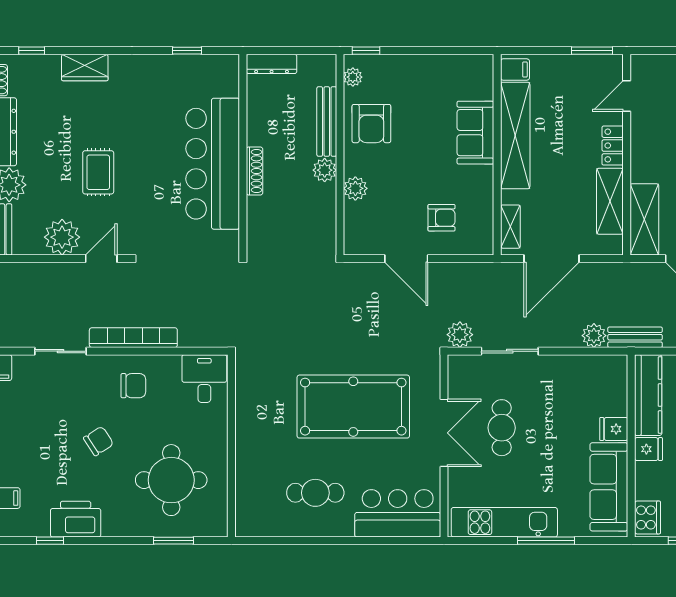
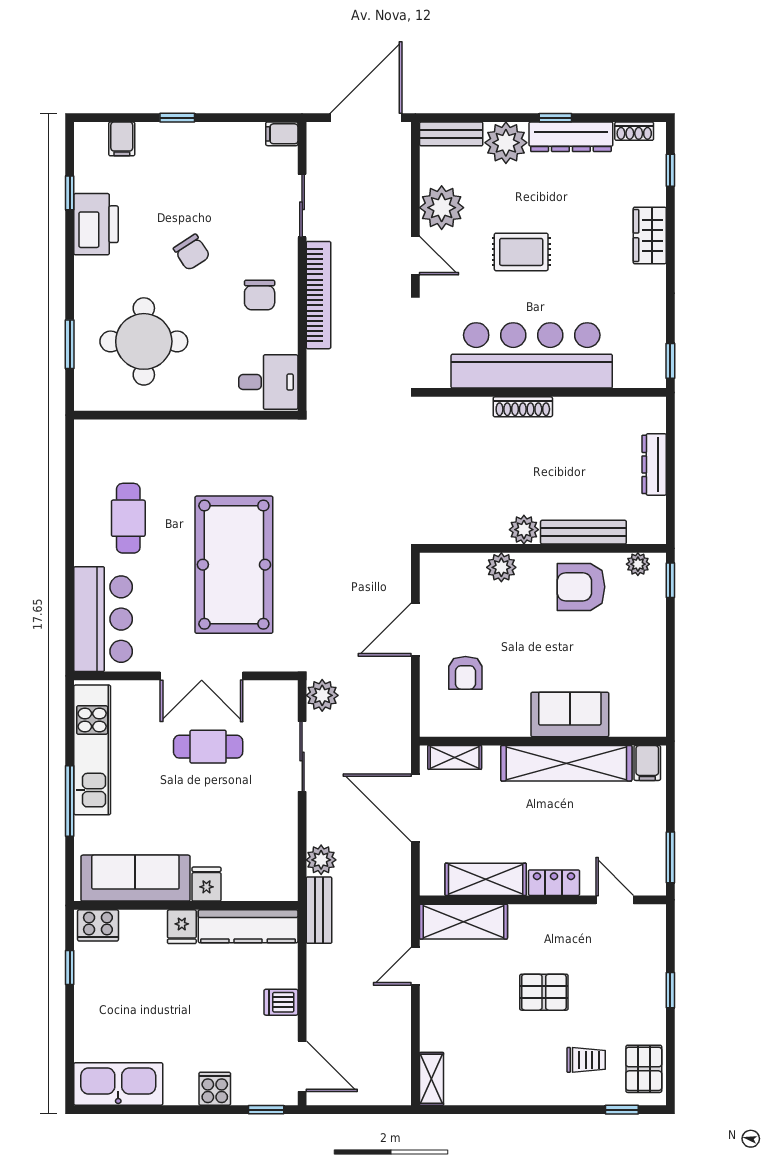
wall: (243, 155) -> (543, 392), moved
bar counter: (213, 164) -> (532, 355), moved
shoe rack: (255, 171) -> (523, 407), moved

